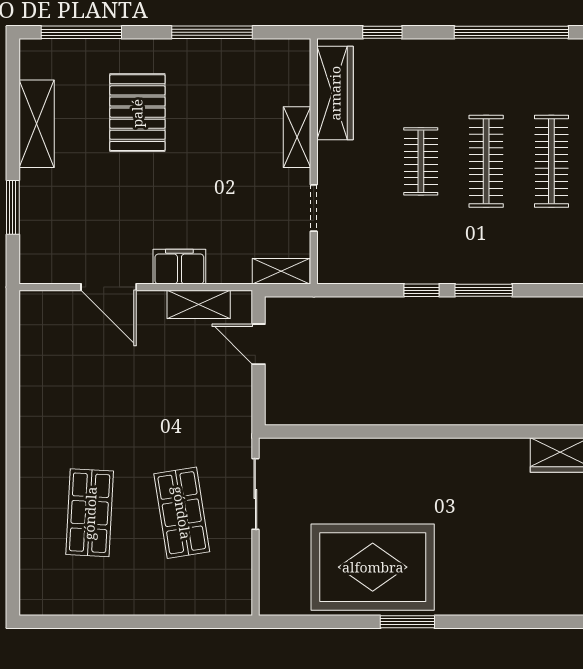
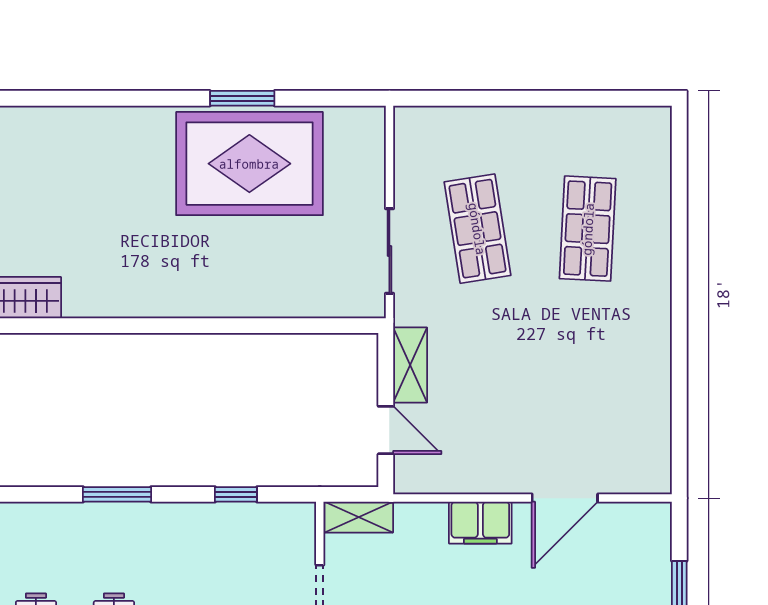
door: (109, 287) -> (565, 498), swing flipped
window: (422, 290) -> (236, 494), moved
shelving: (199, 304) -> (410, 365), moved, turned 90
window: (407, 622) -> (242, 98), moved

